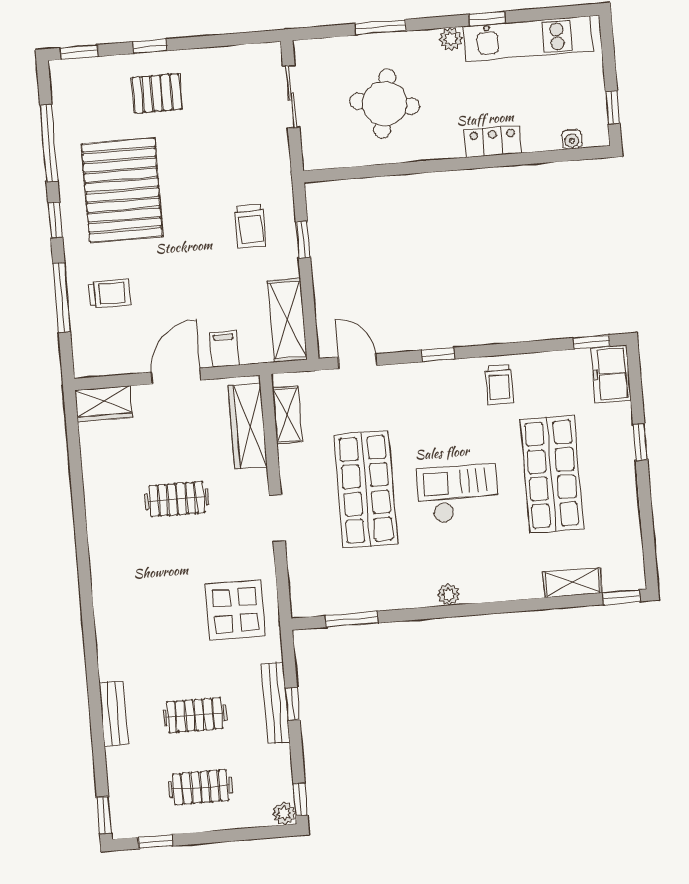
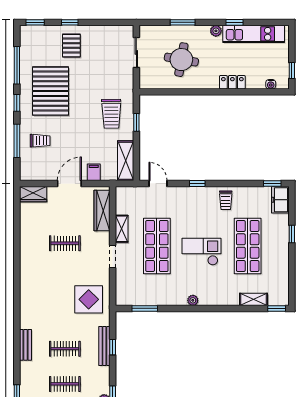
pallet: (157, 93) -> (71, 46), turned 90
trolley: (250, 226) -> (111, 114), width x1.36, depth x1.39
shelving: (287, 415) -> (122, 229), moved

